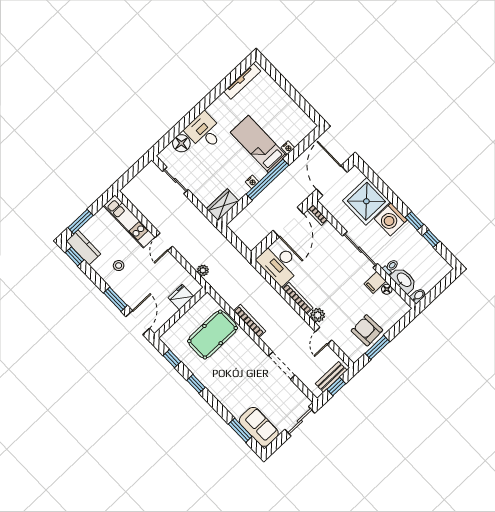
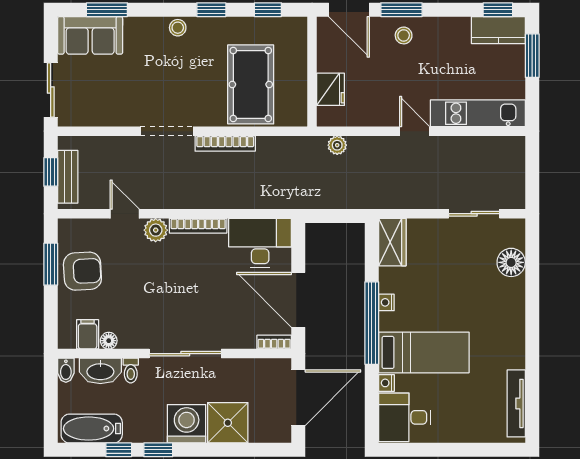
desk: (204, 132) -> (405, 417), moved, turned 180
door: (332, 181) -> (298, 398), hinge flipped
shower: (366, 201) -> (228, 423), width x0.73, depth x0.73
bathtub: (433, 260) -> (92, 429), added
stool: (119, 266) -> (404, 35), moved
filing cabinet: (375, 282) -> (88, 334), moved
doorway: (282, 366) -> (167, 131), moved
stool: (218, 391) -> (178, 28), added

